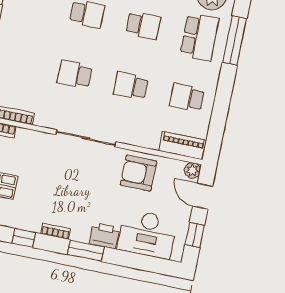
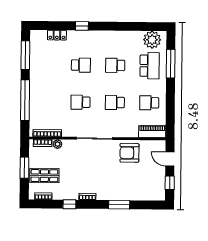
school desk: (143, 25) -> (115, 65), turned 180
plant: (192, 170) -> (58, 144), moved
desk: (147, 234) -> (142, 188), removed
printer: (104, 236) -> (117, 194), removed
window: (86, 251) -> (119, 205), moved

